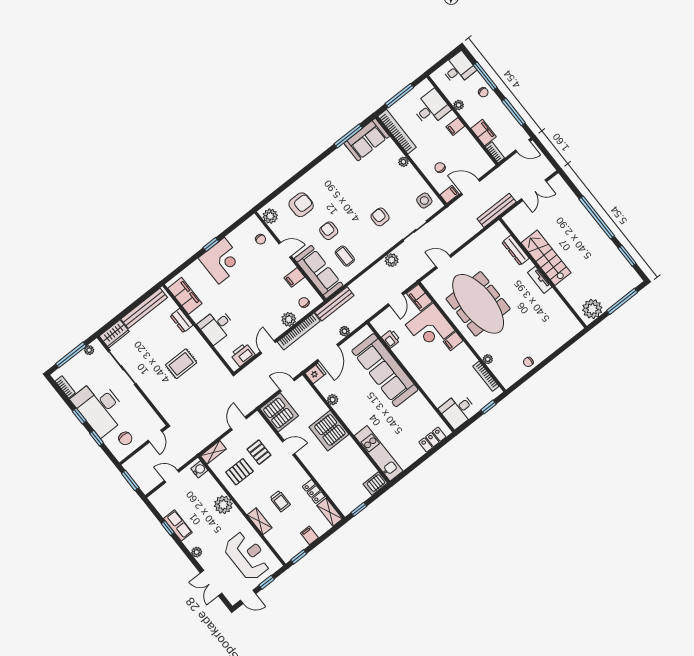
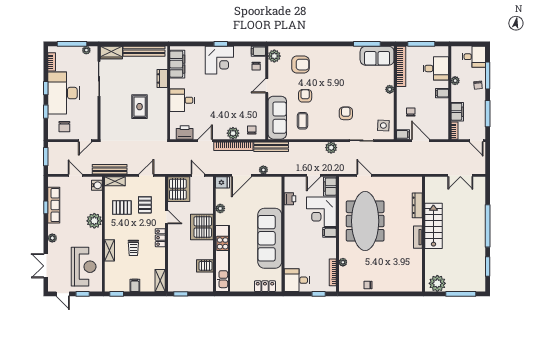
bench: (497, 210) -> (110, 169), moved
door: (285, 250) -> (267, 86), swing flipped
filing cabinet: (294, 277) -> (258, 51), moved
rug: (181, 364) -> (140, 107), turned 90
sofa: (385, 370) -> (270, 238), moved
kitchen unit: (379, 453) -> (223, 259), width x1.36
server rack: (375, 484) -> (205, 266), moved
locker: (314, 492) -> (160, 238), moved
row of seats: (178, 525) -> (54, 205), width x1.48

